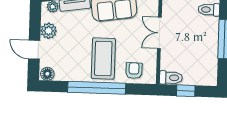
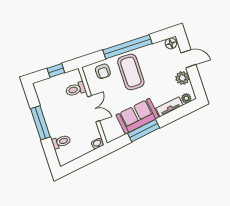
toilet: (171, 78) -> (76, 89), moved

